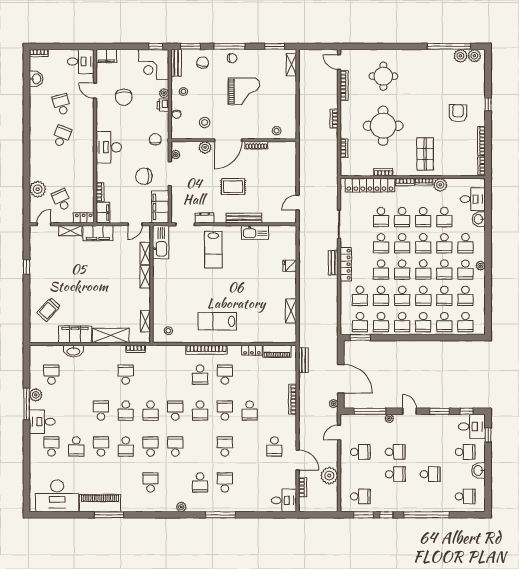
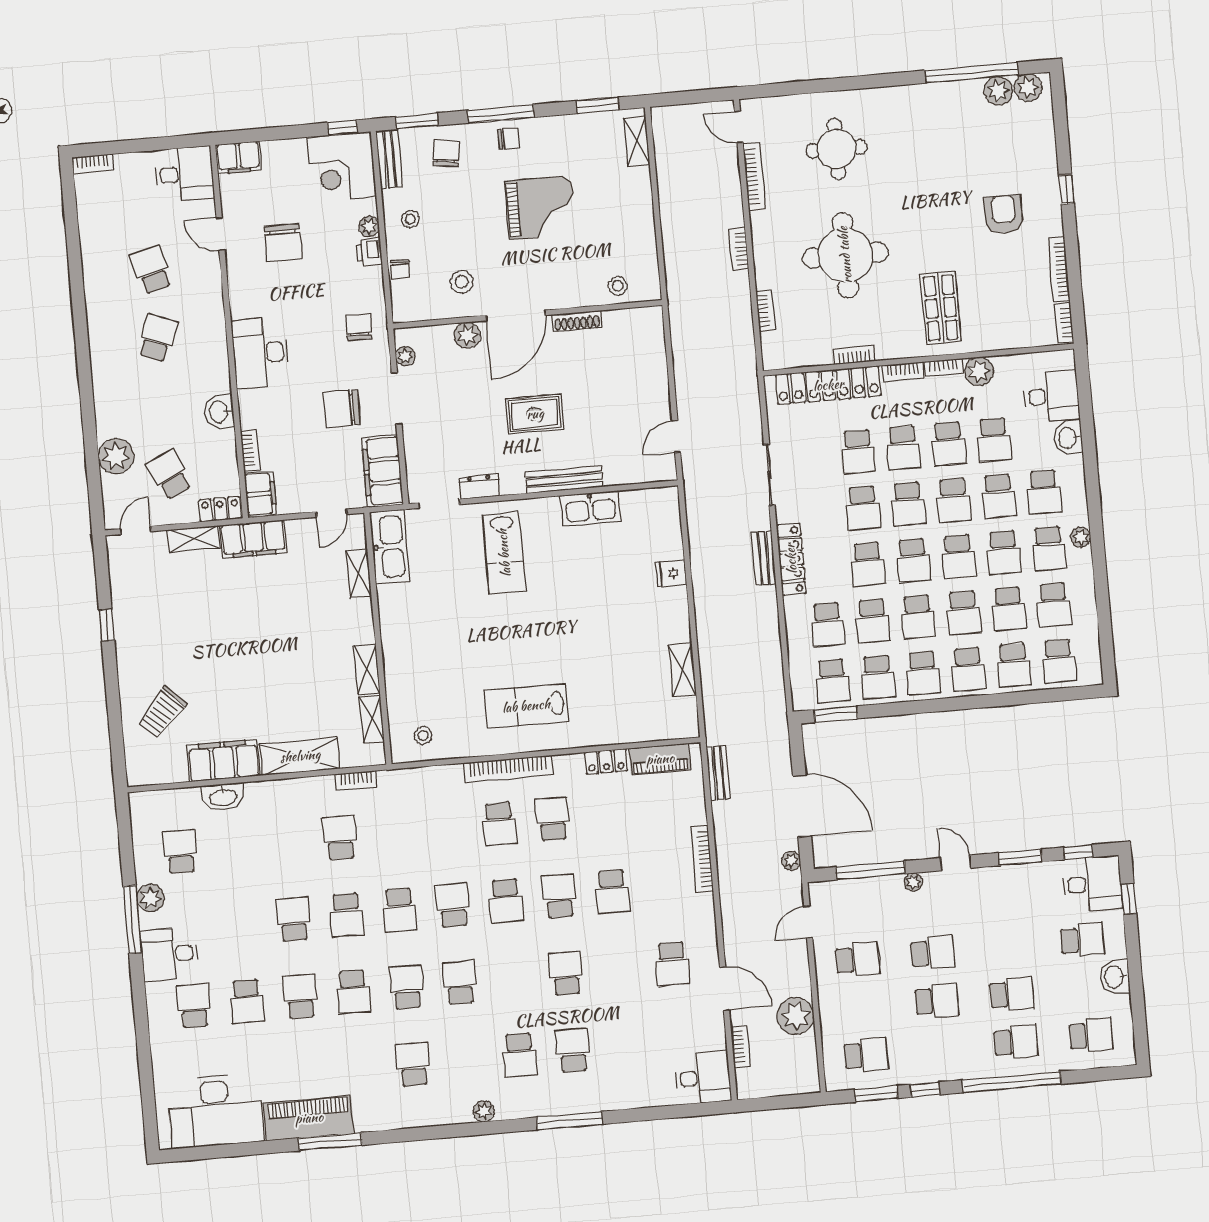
washbasin: (36, 79) -> (219, 412), moved, turned 180
shelving: (145, 277) -> (367, 670), moved
school desk: (430, 496) -> (1016, 1042), added

